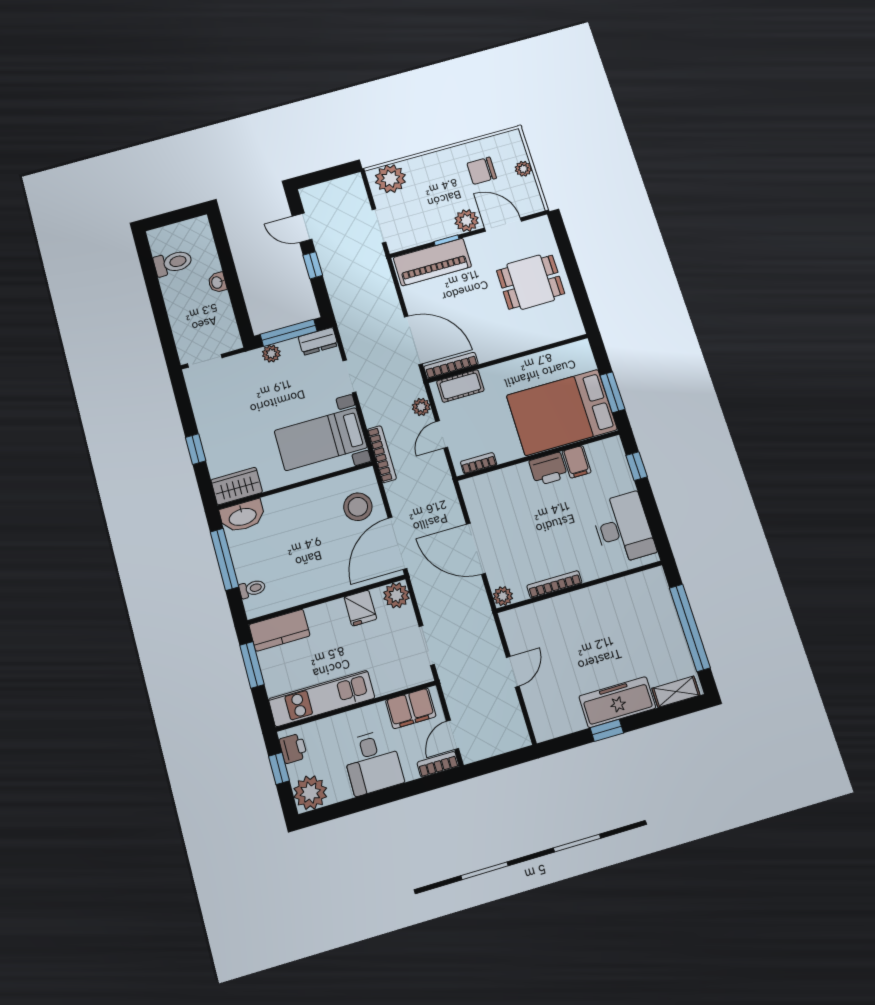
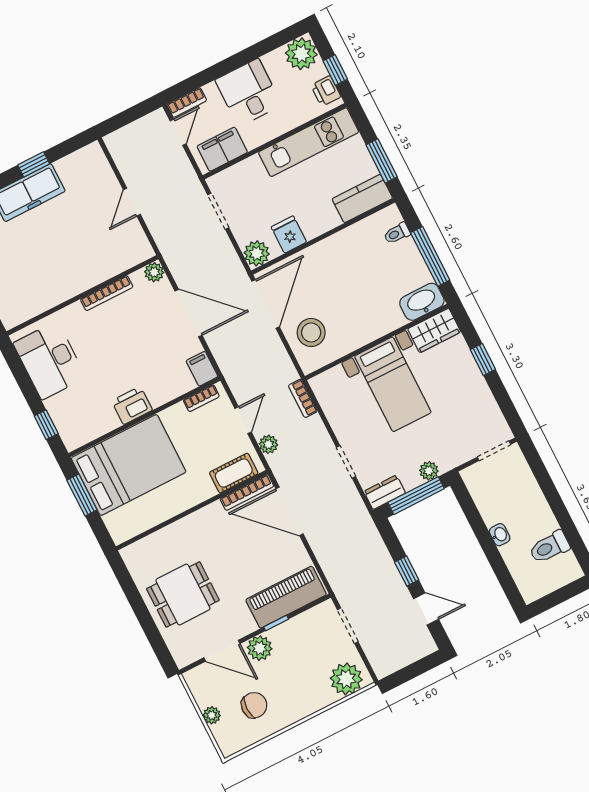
bed with nightstands: (321, 439) -> (393, 384), moved, turned 90
bookcase: (382, 454) -> (303, 398), width x0.64
filing cabinet: (577, 462) -> (202, 369), moved

